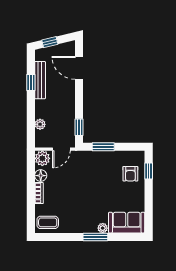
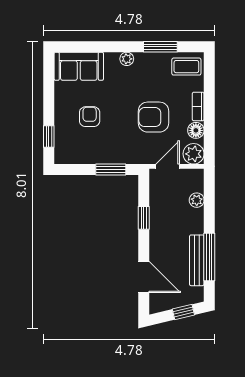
window: (31, 83) -> (209, 257), width x2.17
window: (79, 127) -> (144, 218), moved
armchair: (130, 174) -> (90, 117), moved
armchair: (72, 185) -> (153, 117), added
plant: (103, 228) -> (127, 59), moved
window: (95, 237) -> (160, 47), moved

